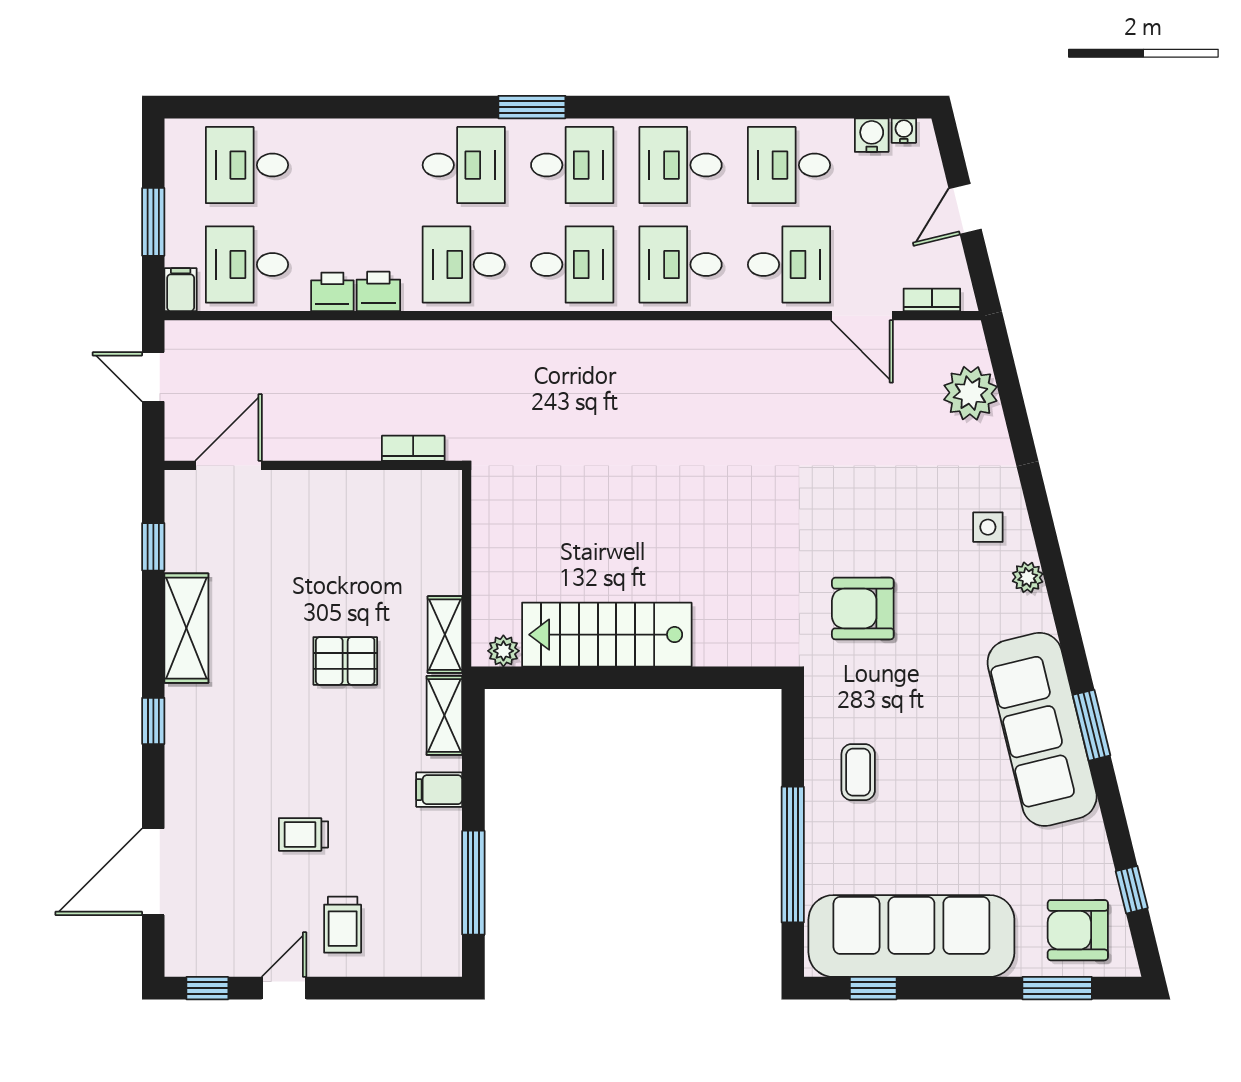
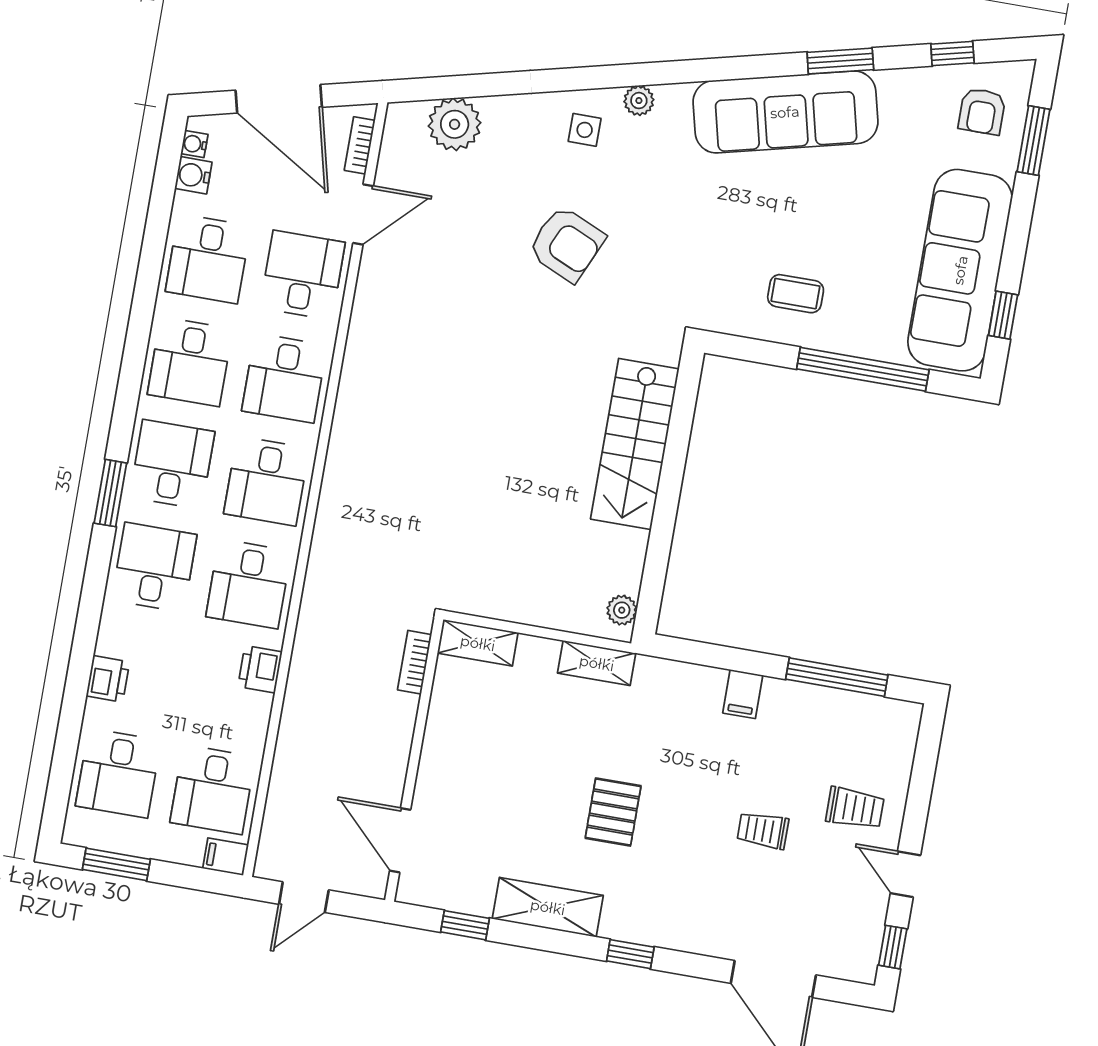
door: (965, 209) -> (279, 99), width x1.88
window: (153, 222) -> (116, 864), moved
desk: (572, 265) -> (267, 481), turned 180
printer: (332, 292) -> (108, 679), moved, turned 180
armchair: (863, 609) -> (566, 244), moved, turned -66
stairs: (607, 635) -> (635, 444), moved
pallet: (345, 661) -> (613, 812), moved
shelving: (444, 715) -> (478, 643), moved
window: (1091, 725) -> (840, 61), moved
trolley: (303, 834) -> (763, 830), turned 90
armchair: (1078, 930) -> (982, 111), width x0.72, depth x0.72

